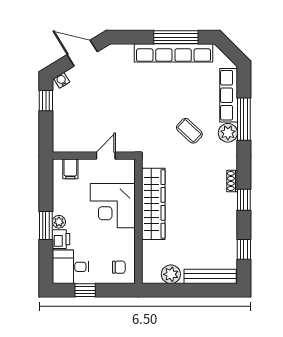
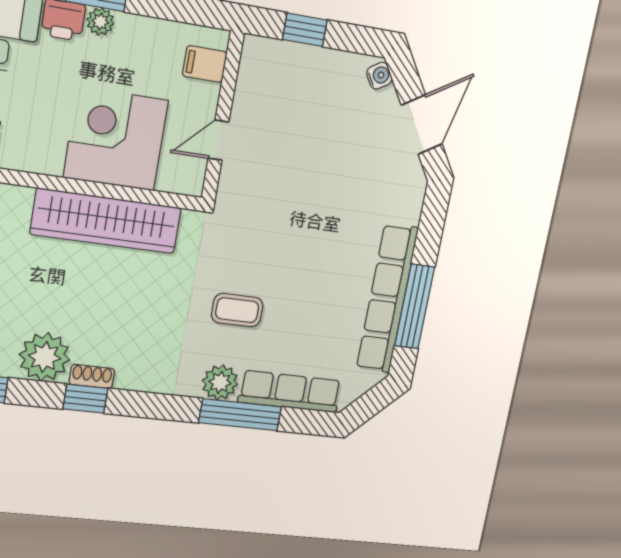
window: (46, 101) -> (305, 30), moved
coffee table: (189, 131) -> (237, 310), turned 47
door: (106, 156) -> (218, 140), swing flipped
shoe rack: (232, 181) -> (92, 376), moved
plant: (225, 223) -> (45, 357), added

